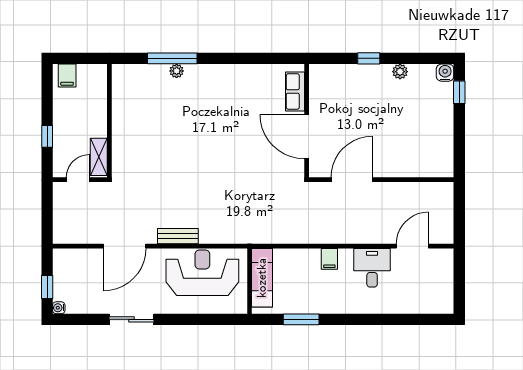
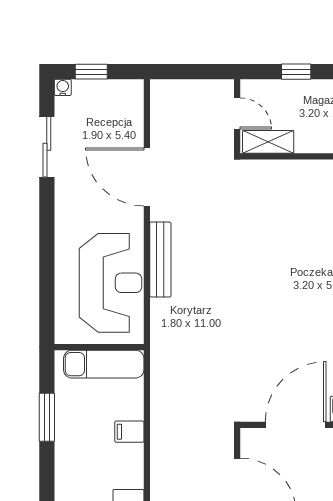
bench: (178, 236) -> (160, 260), width x1.36
filing cabinet: (329, 259) -> (129, 432), moved
sliding door: (131, 319) -> (47, 147), moved

